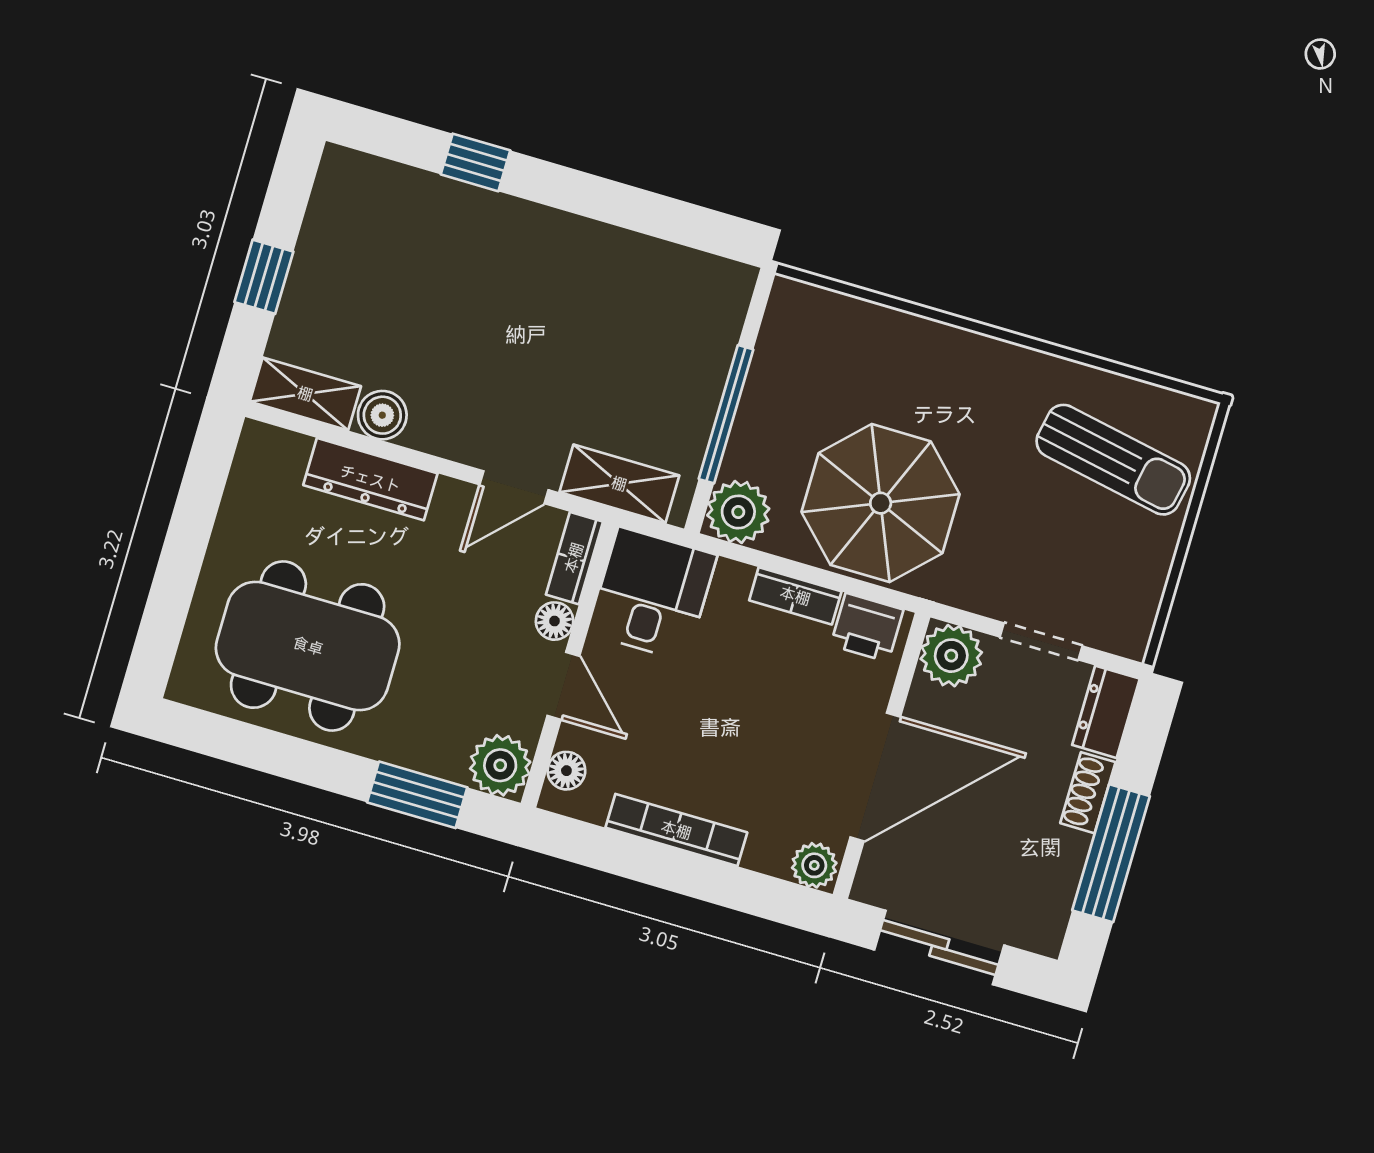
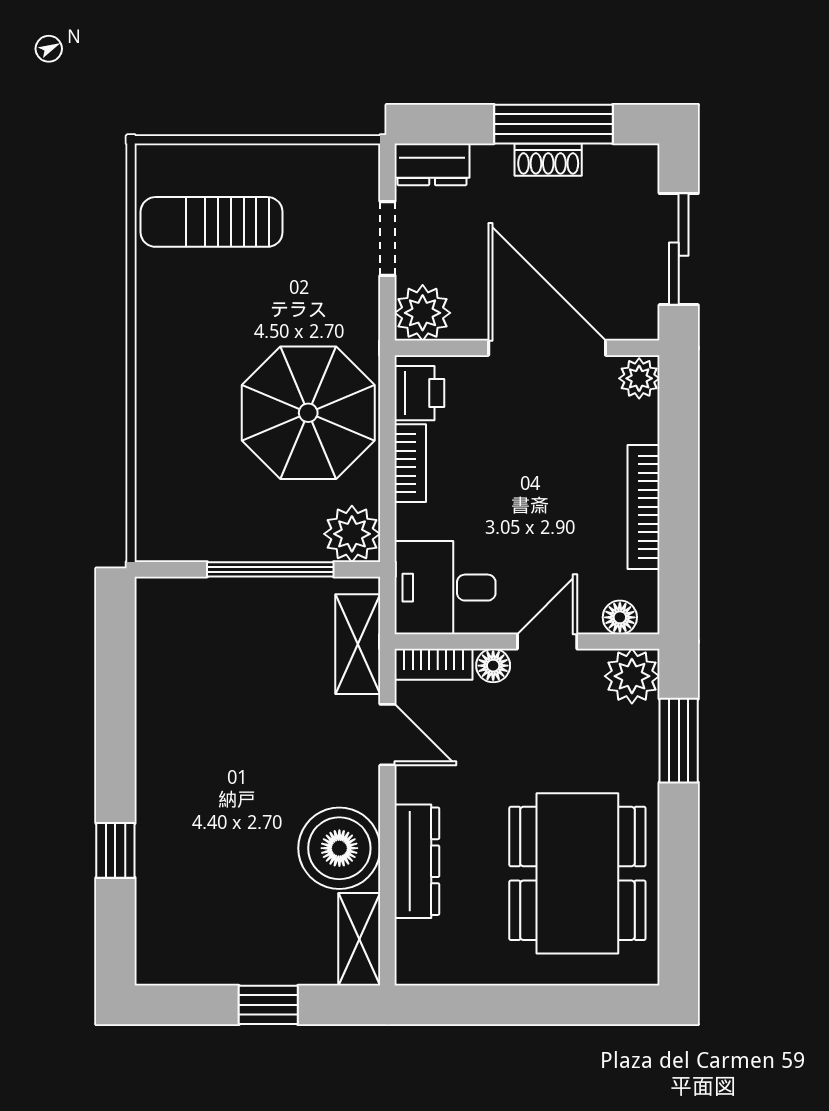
boiler: (382, 415) -> (339, 848), width x1.86, depth x1.86
sun lounger: (1113, 460) -> (212, 222), turned -101
shoe rack: (1088, 793) -> (548, 160), moved

